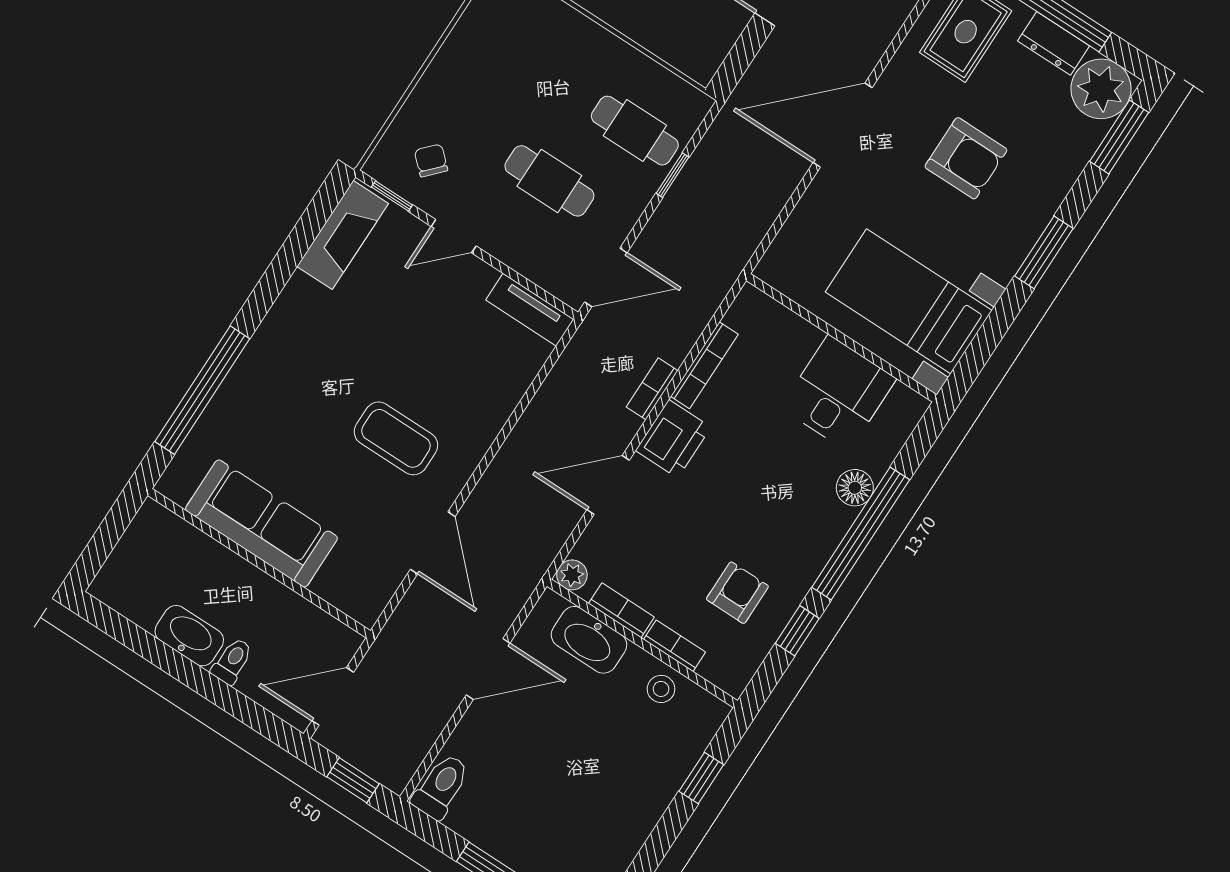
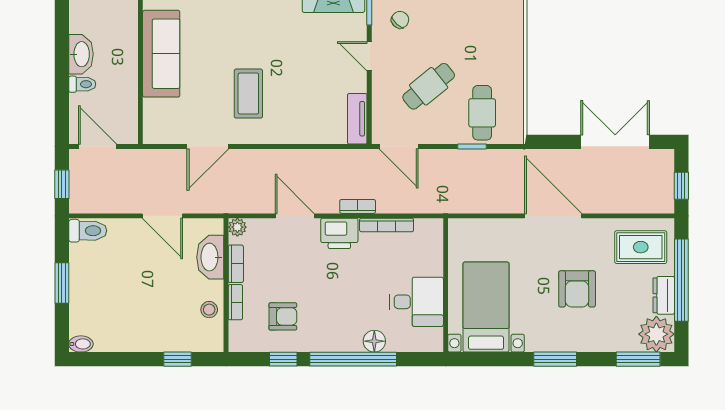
cafe table: (549, 181) -> (429, 86), turned 51

